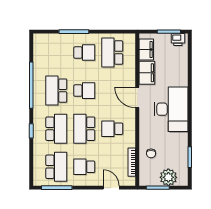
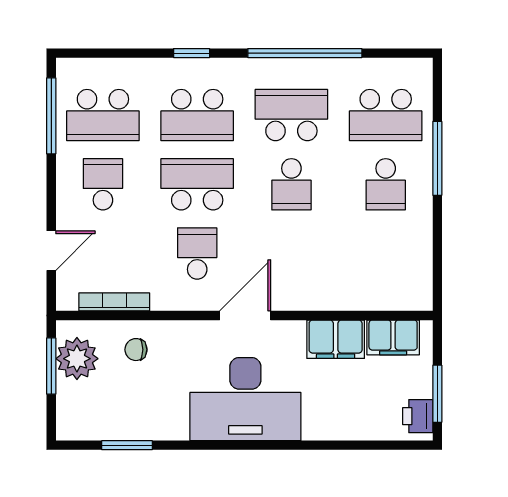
school desk: (112, 53) -> (386, 115), moved, turned 180
door: (137, 97) -> (245, 315), moved
plant: (168, 177) -> (77, 359), moved

